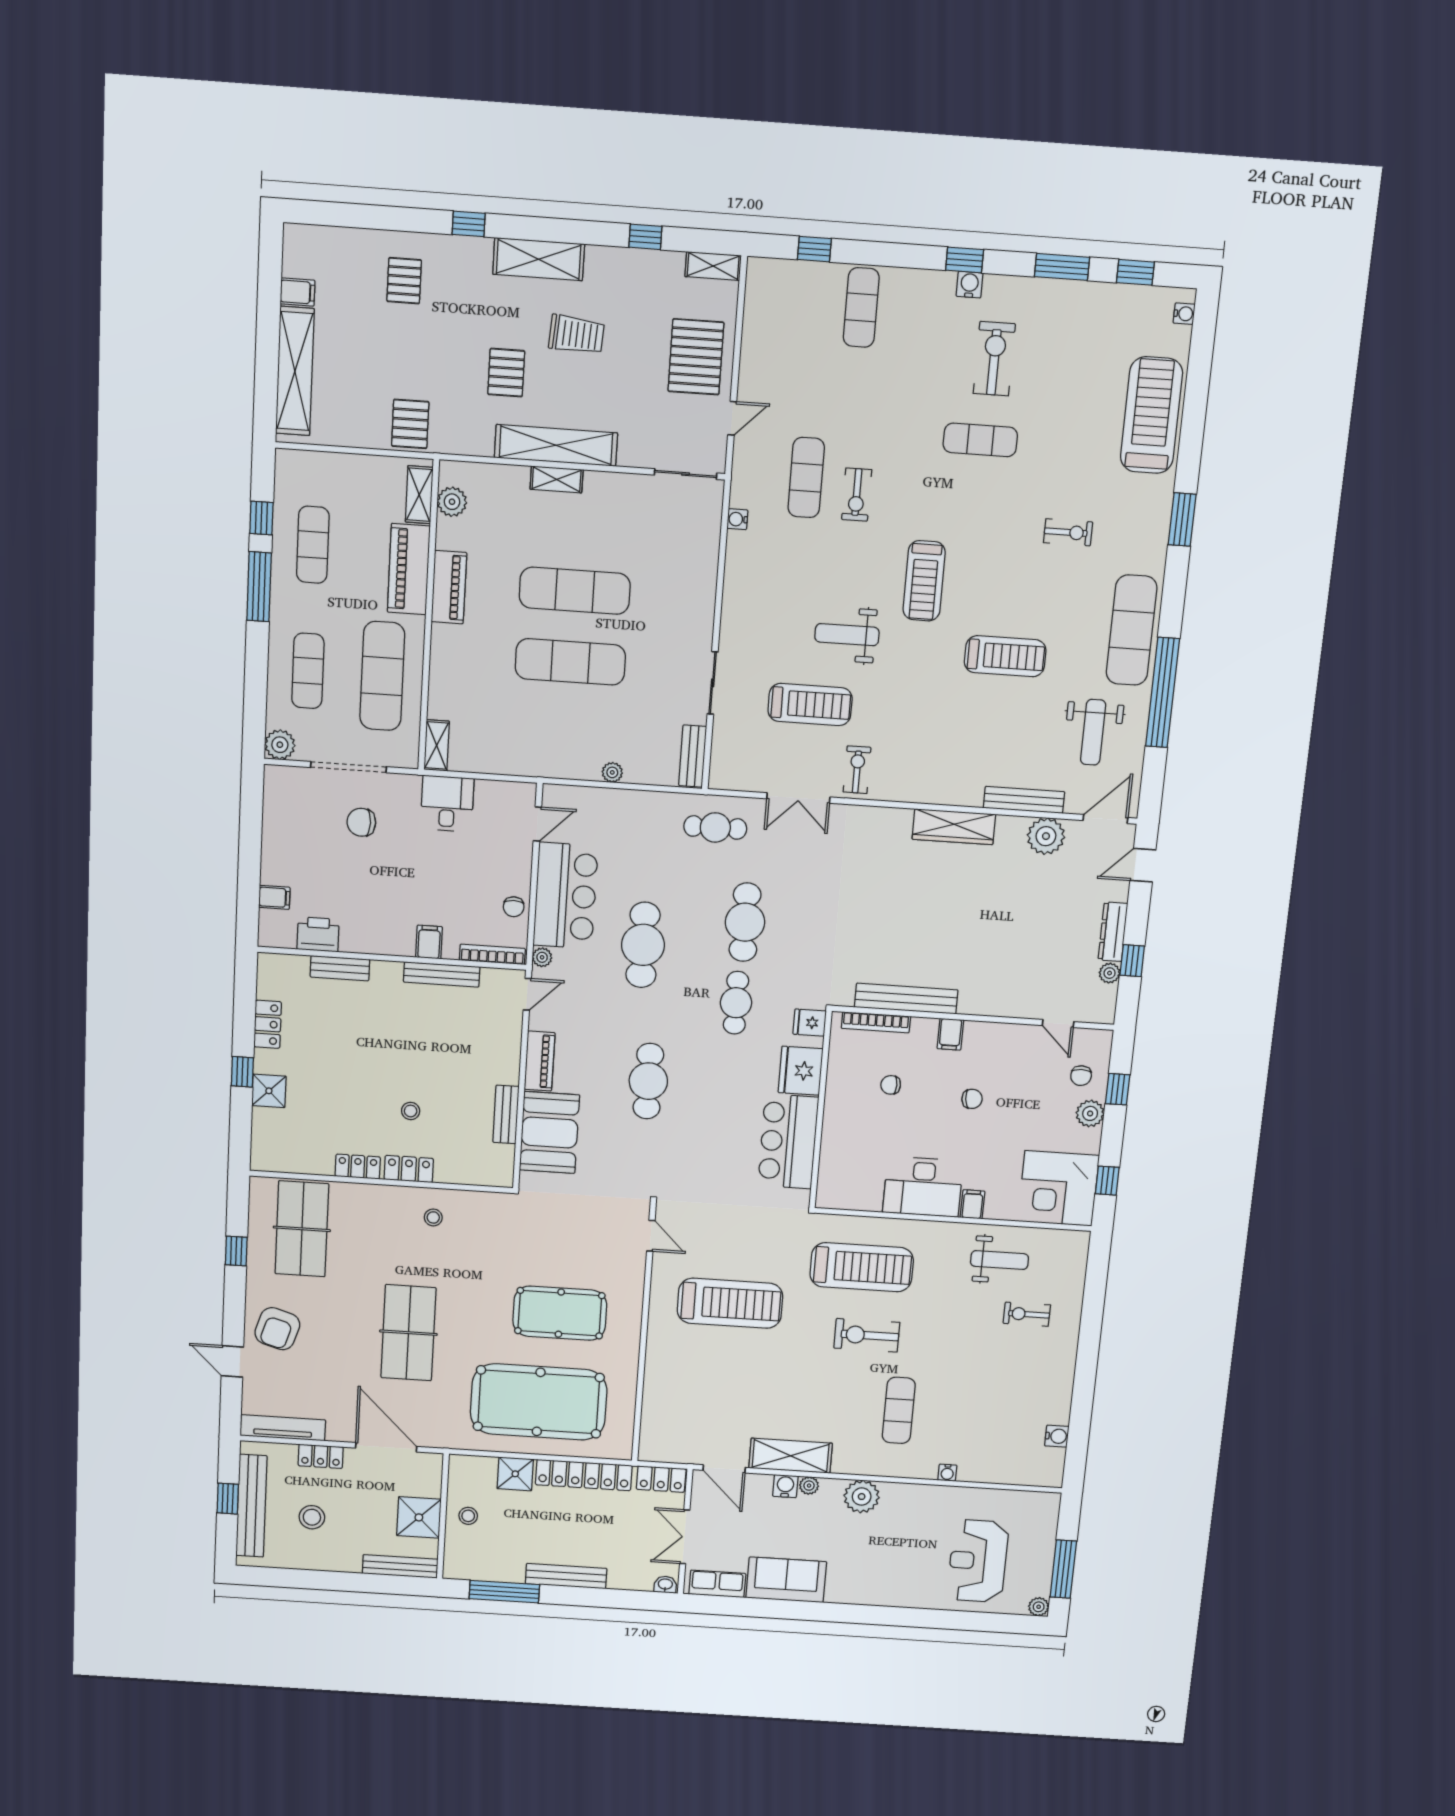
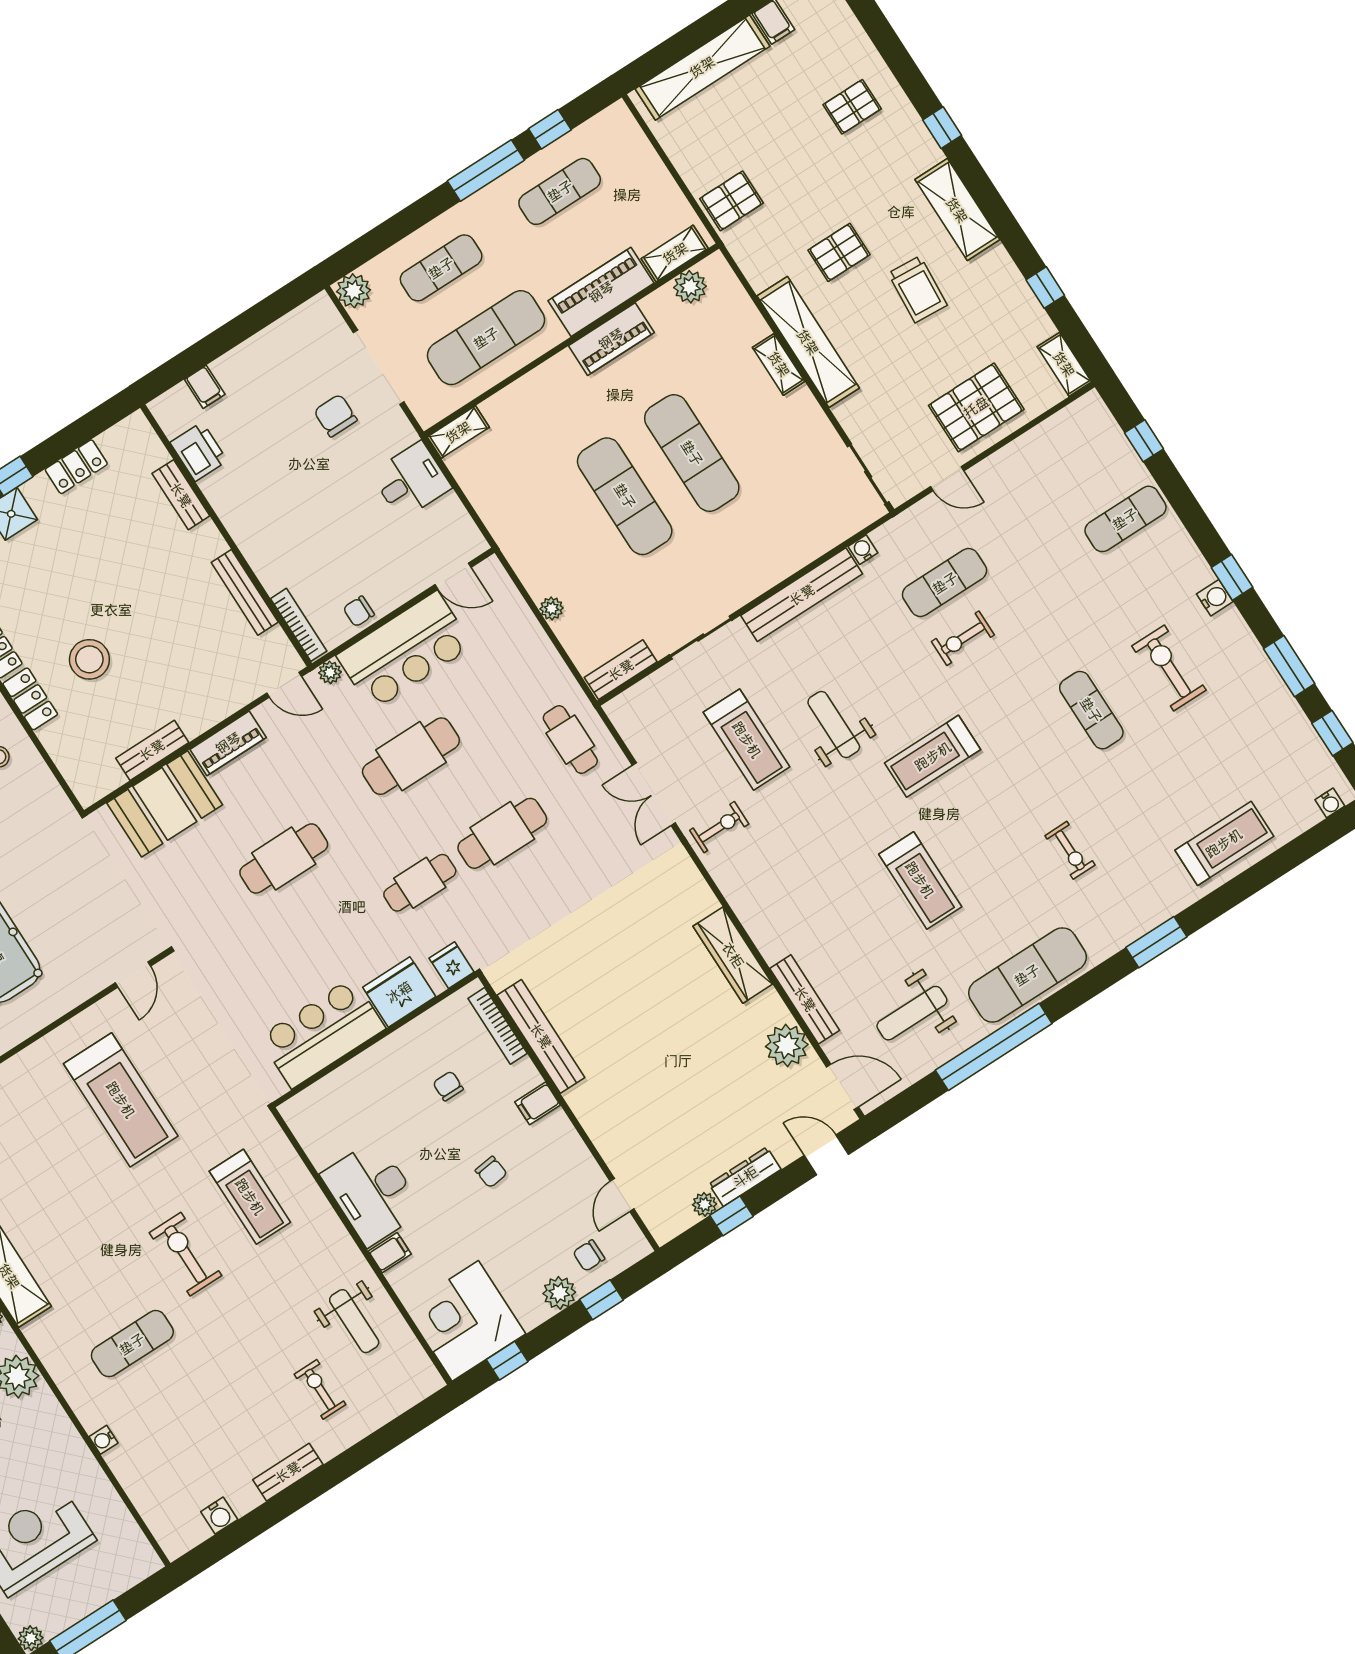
exercise bike: (994, 359) -> (1169, 668), turned -90
treadmill: (1151, 415) -> (1224, 843), width x0.73, depth x0.73
bench: (736, 588) -> (802, 595), added
filing cabinet: (429, 942) -> (267, 558), removed
stool: (411, 1111) -> (89, 659), width x1.89, depth x1.89
treadmill: (862, 1267) -> (250, 1197), width x0.73, depth x0.73
bench: (1064, 1373) -> (288, 1472), added

